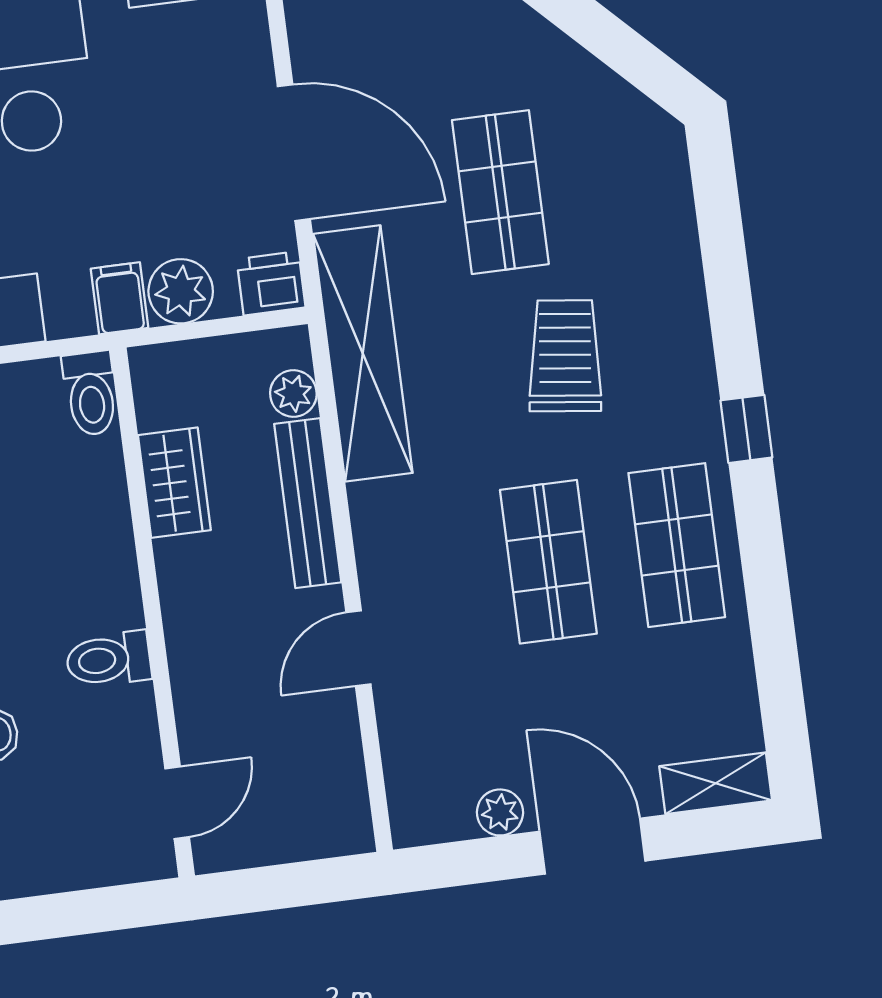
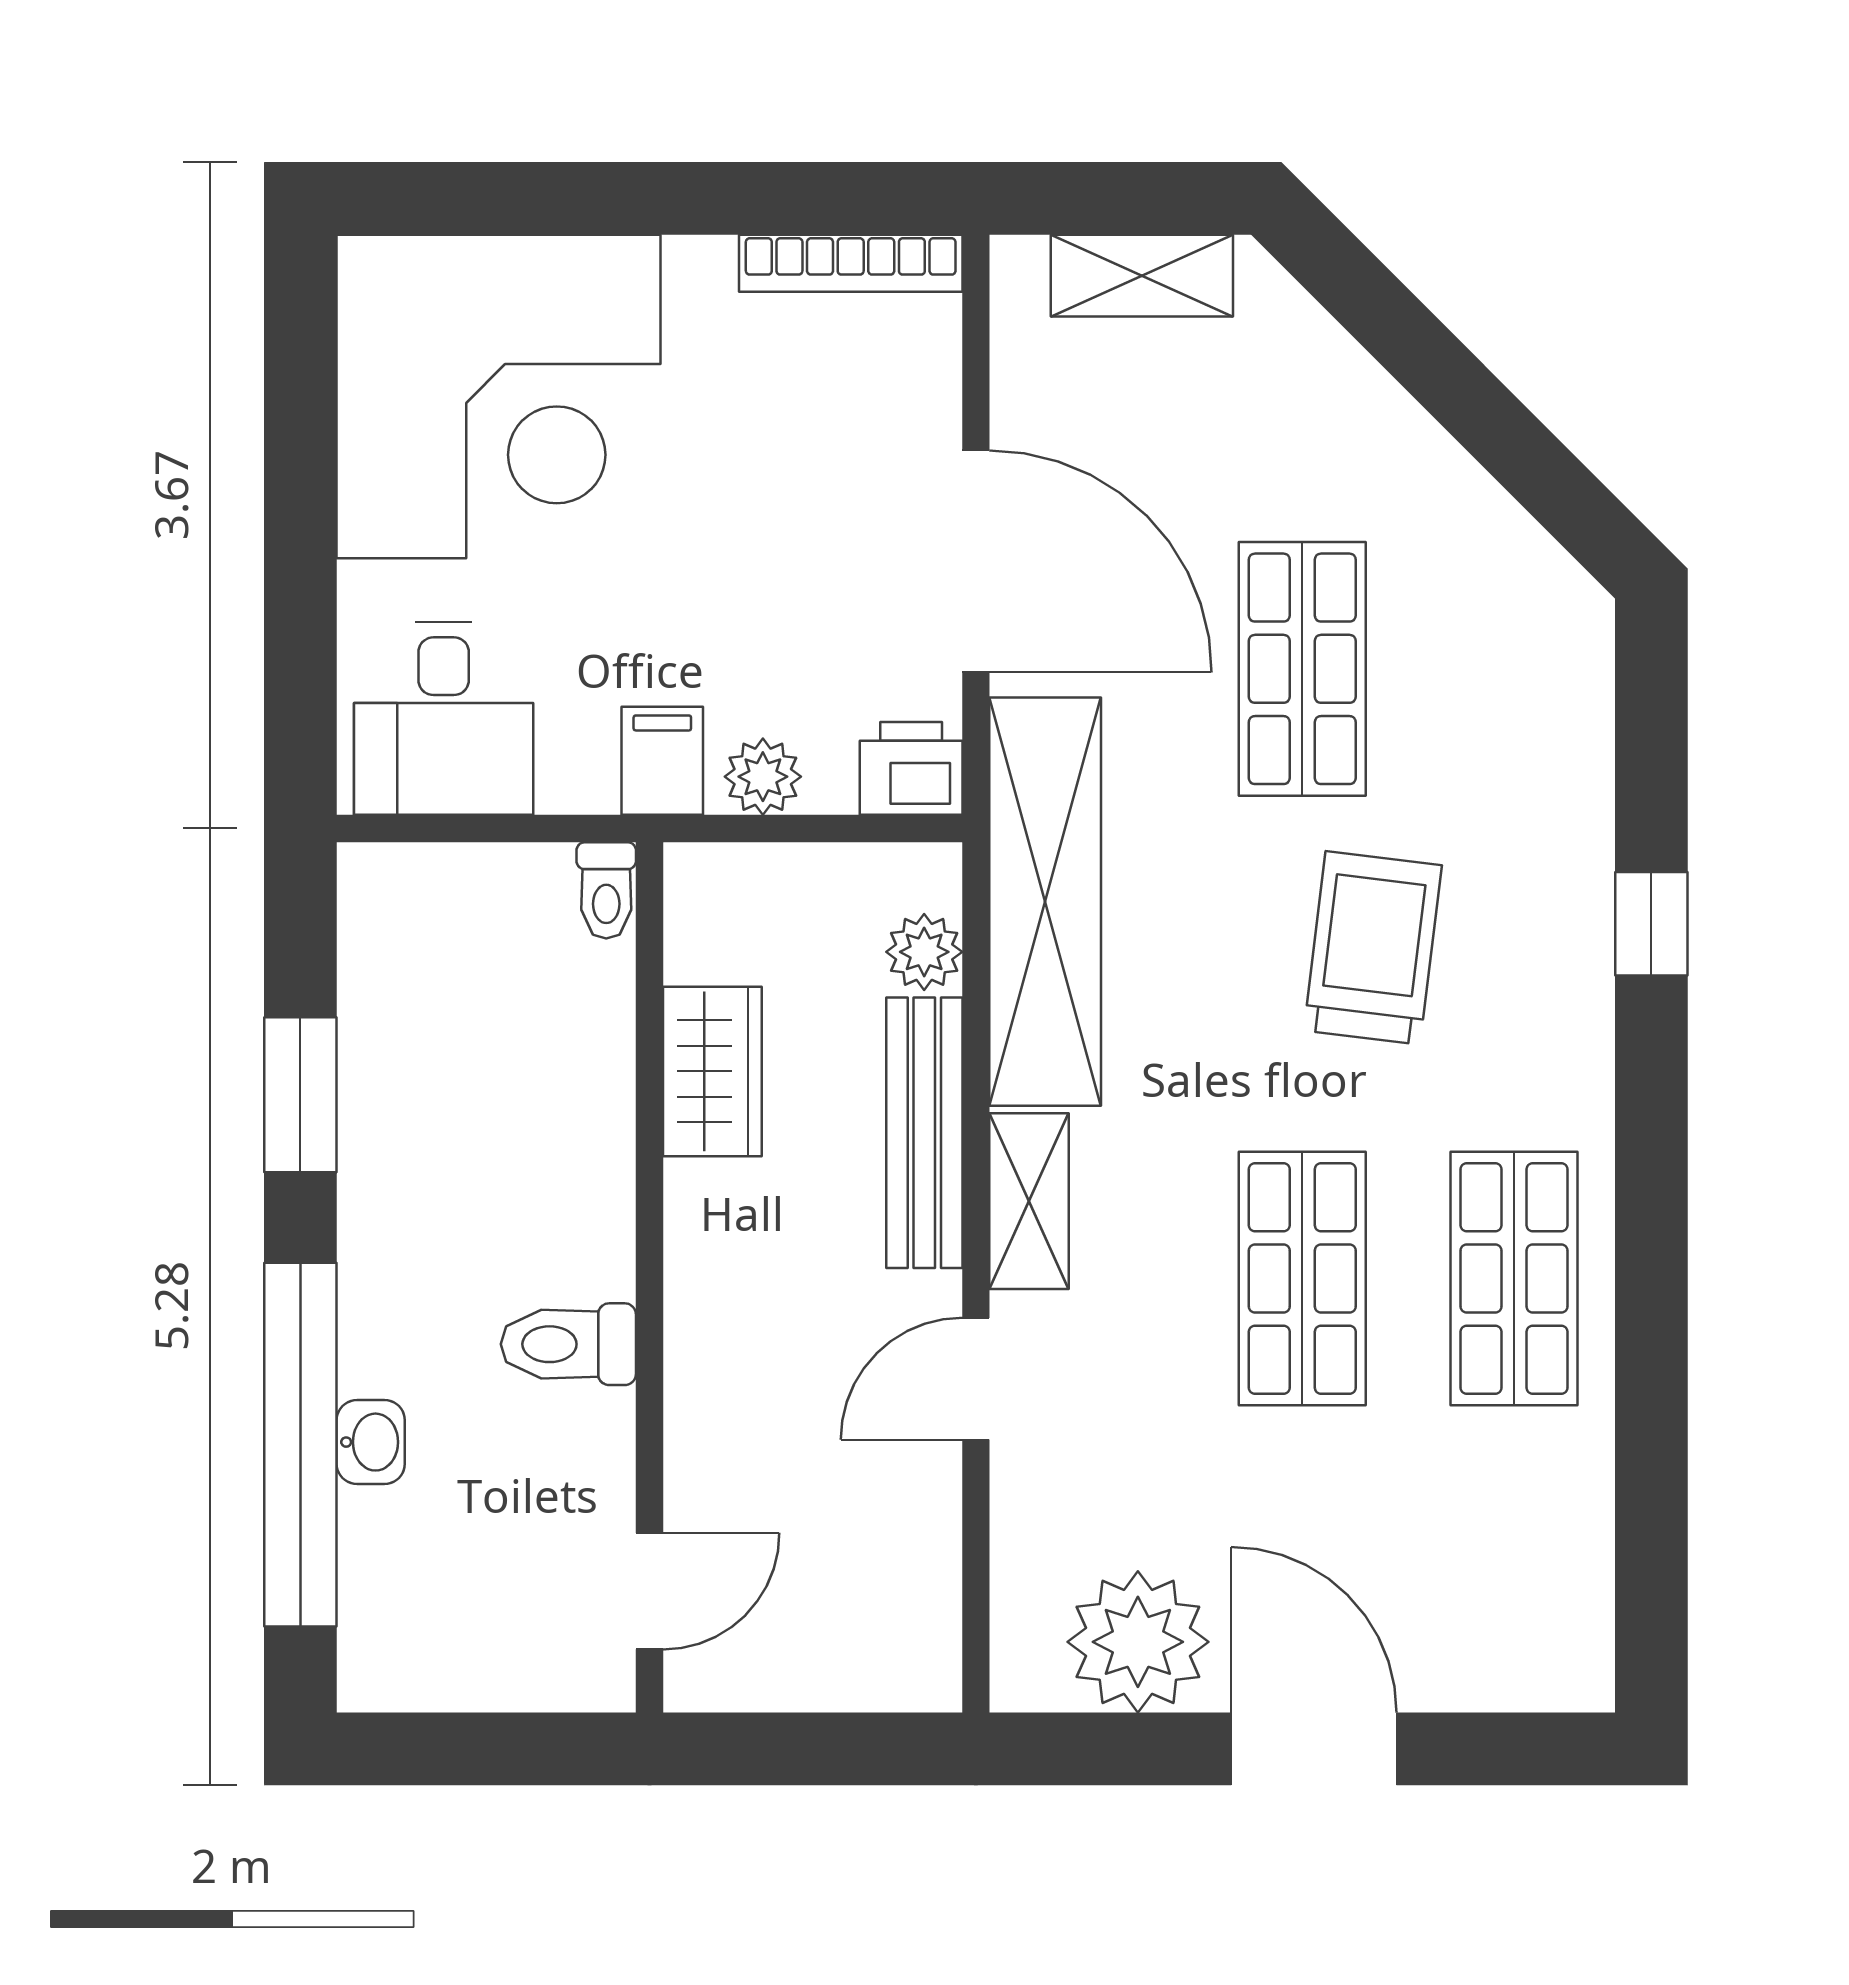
plant: (181, 291) -> (763, 777), width x0.73, depth x0.73
toilet: (91, 393) -> (606, 890), width x0.73, depth x0.72
window: (746, 429) -> (1651, 924), moved
shelving: (716, 783) -> (1029, 1201), moved, turned 90
plant: (500, 812) -> (1138, 1642), width x1.88, depth x1.88

